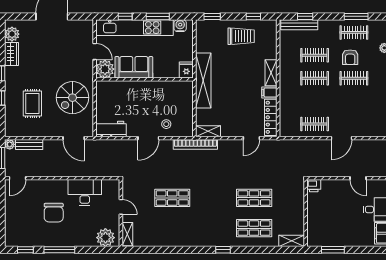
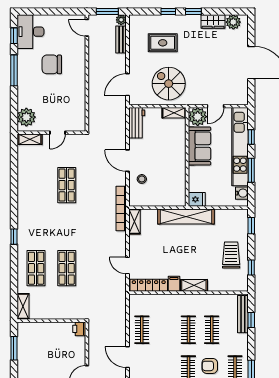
trolley: (241, 36) -> (231, 255), turned 180
shelving: (101, 92) -> (174, 113), added
desk: (85, 192) -> (30, 32), moved, turned 180

